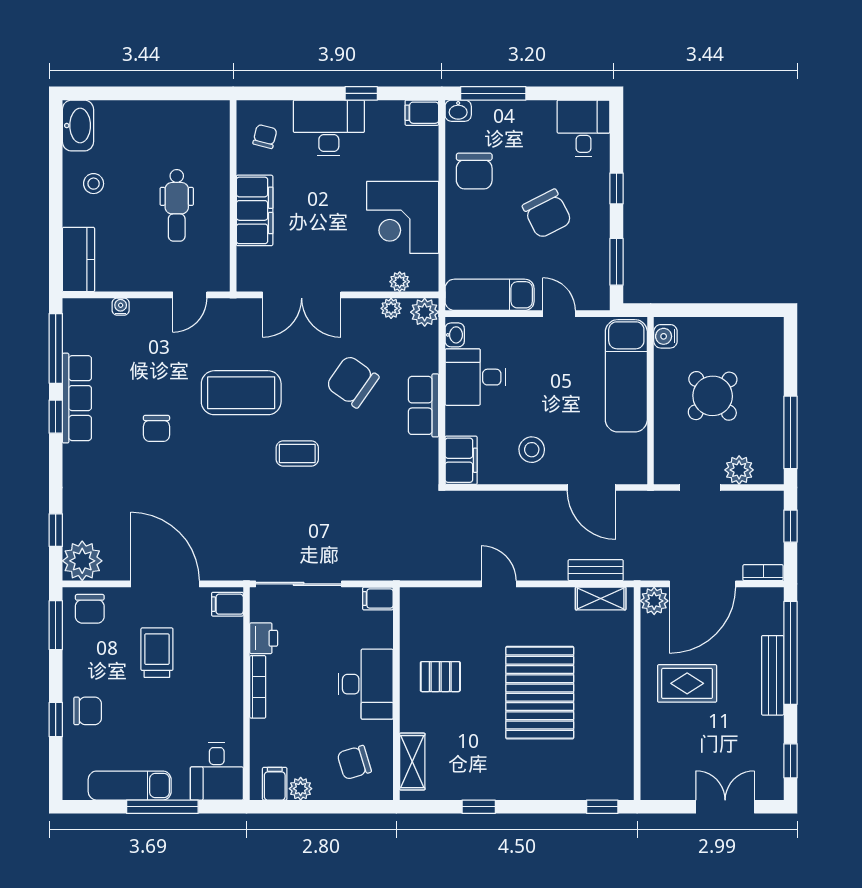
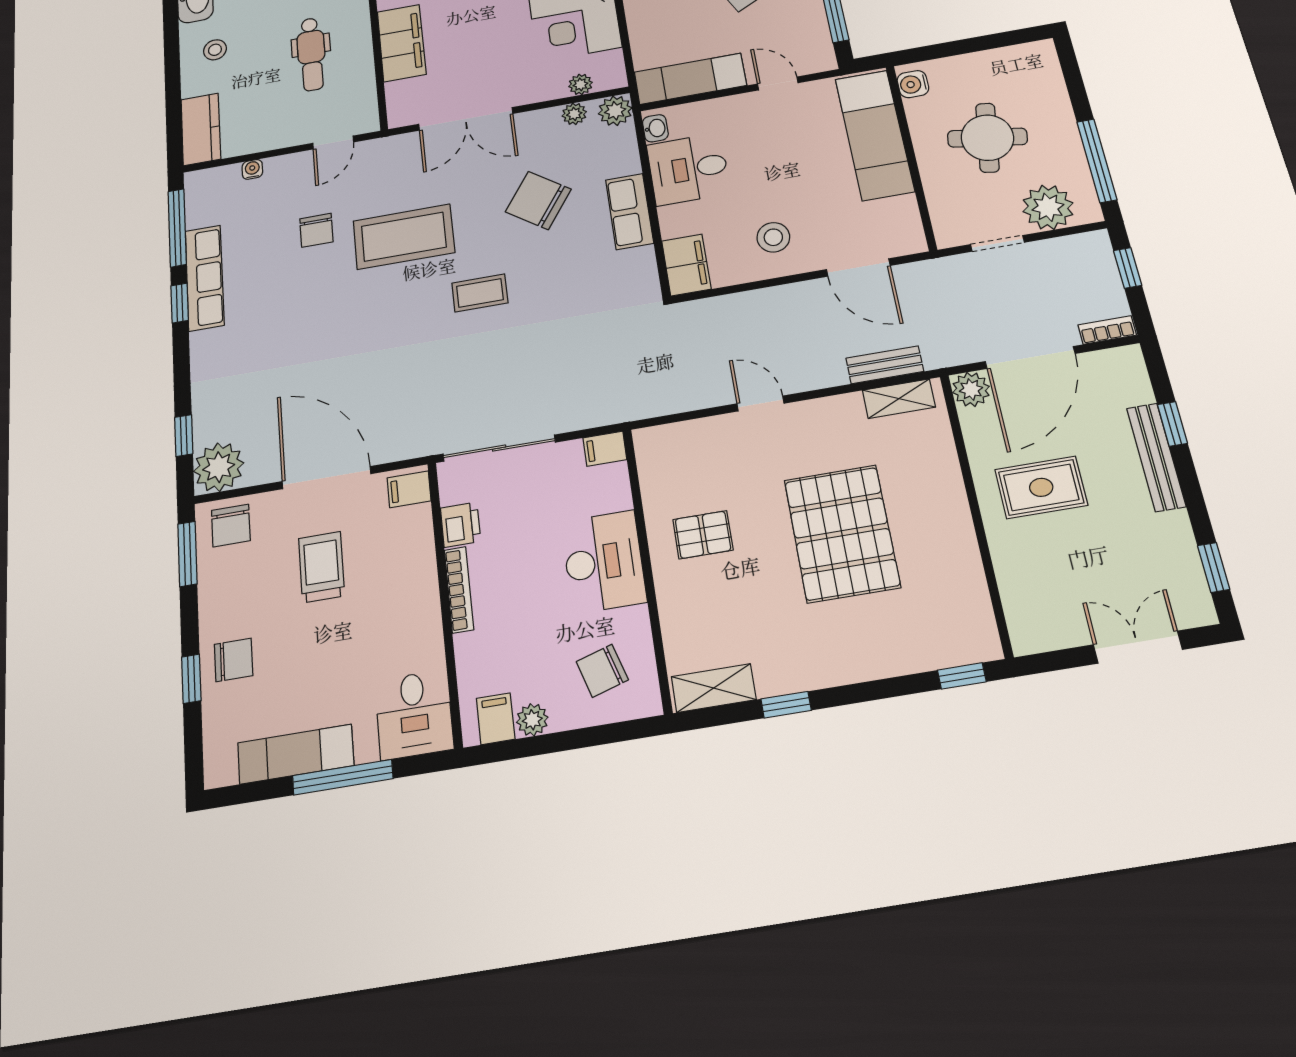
round table: (713, 396) -> (987, 138), turned -37
chair: (156, 428) -> (316, 230), moved
plant: (739, 470) -> (1048, 207), width x1.36, depth x1.36
window: (790, 653) -> (1172, 424), width x0.32
shelving: (412, 762) -> (714, 688), moved, turned 90

